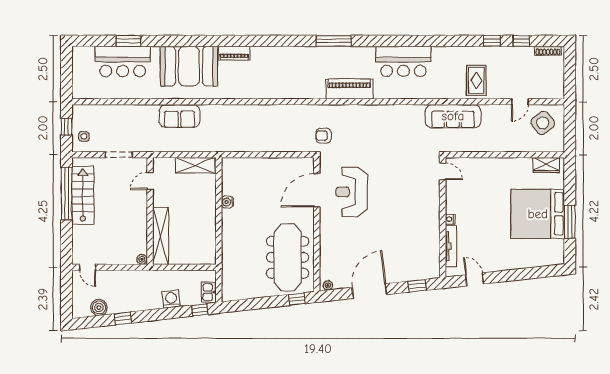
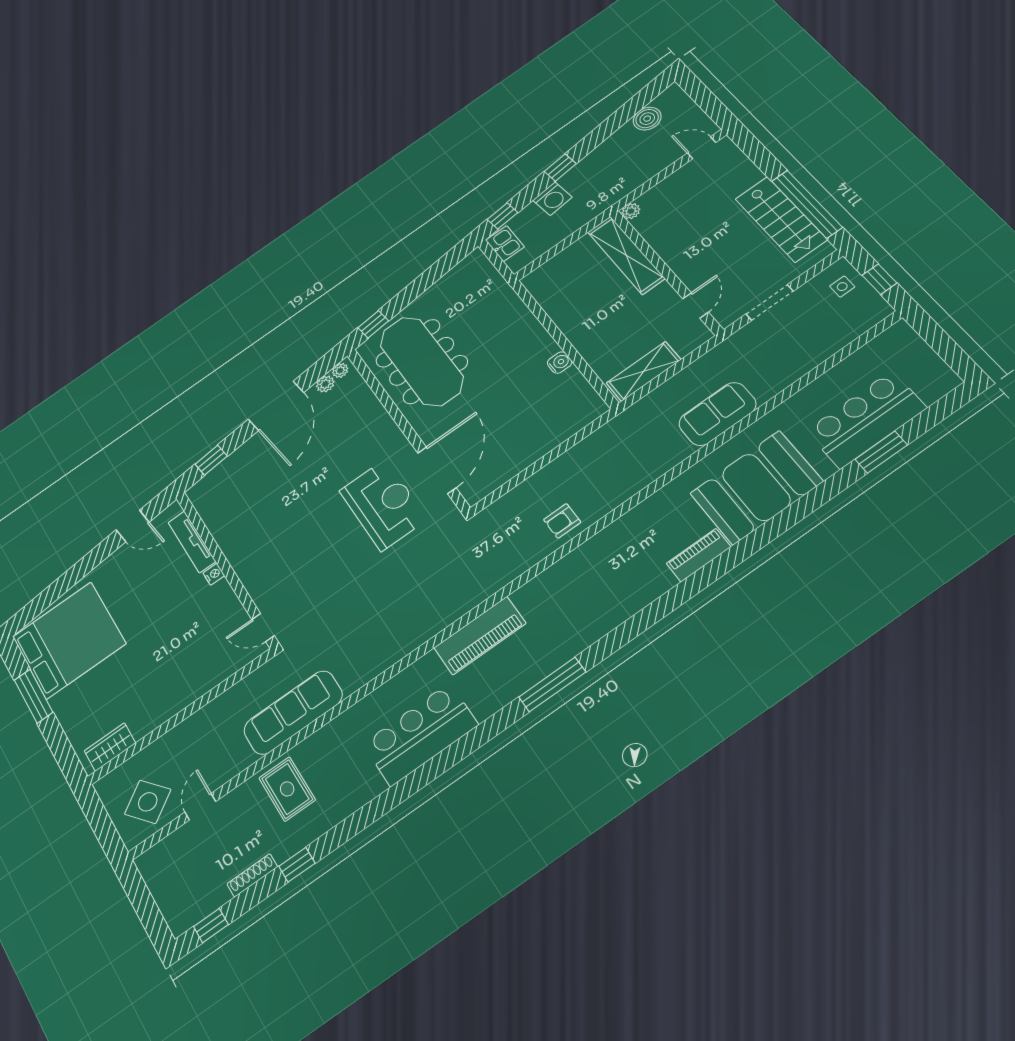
window: (521, 41) -> (211, 926), moved
shoe rack: (548, 51) -> (252, 875), moved
armchair: (324, 136) -> (562, 521), moved, turned 180
bed: (538, 214) -> (69, 640), moved
plant: (339, 283) -> (325, 384), added
window: (123, 318) -> (560, 168), moved

